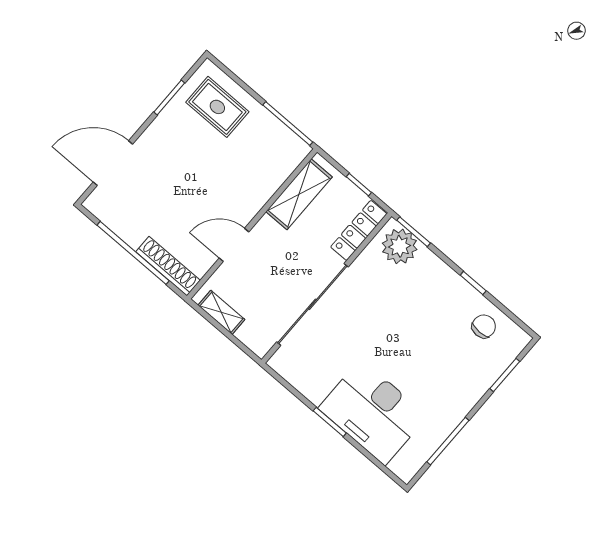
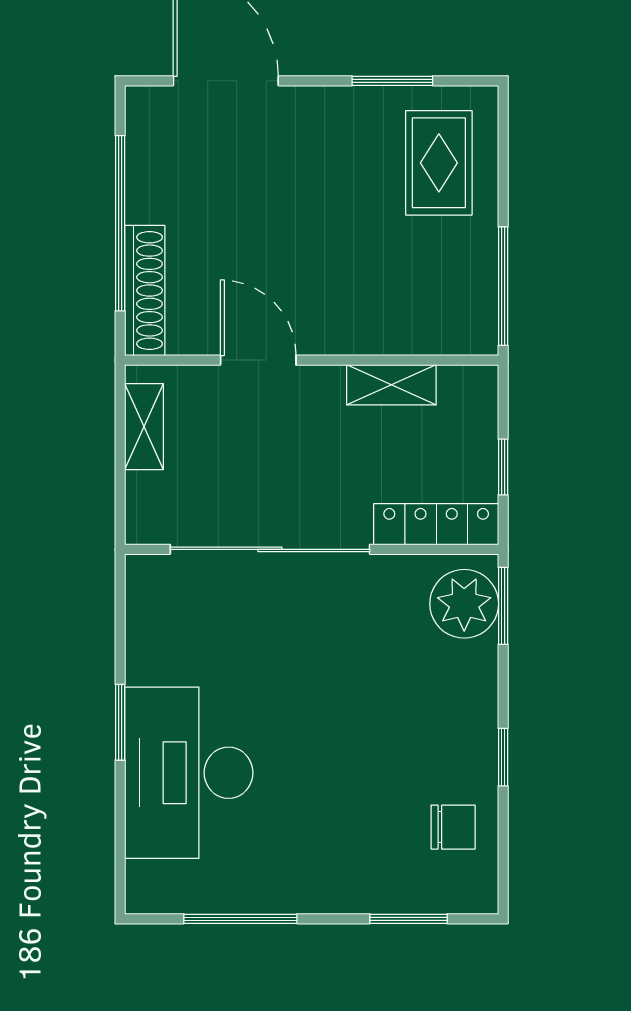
shelving: (299, 194) -> (391, 385), width x0.67, depth x0.75

